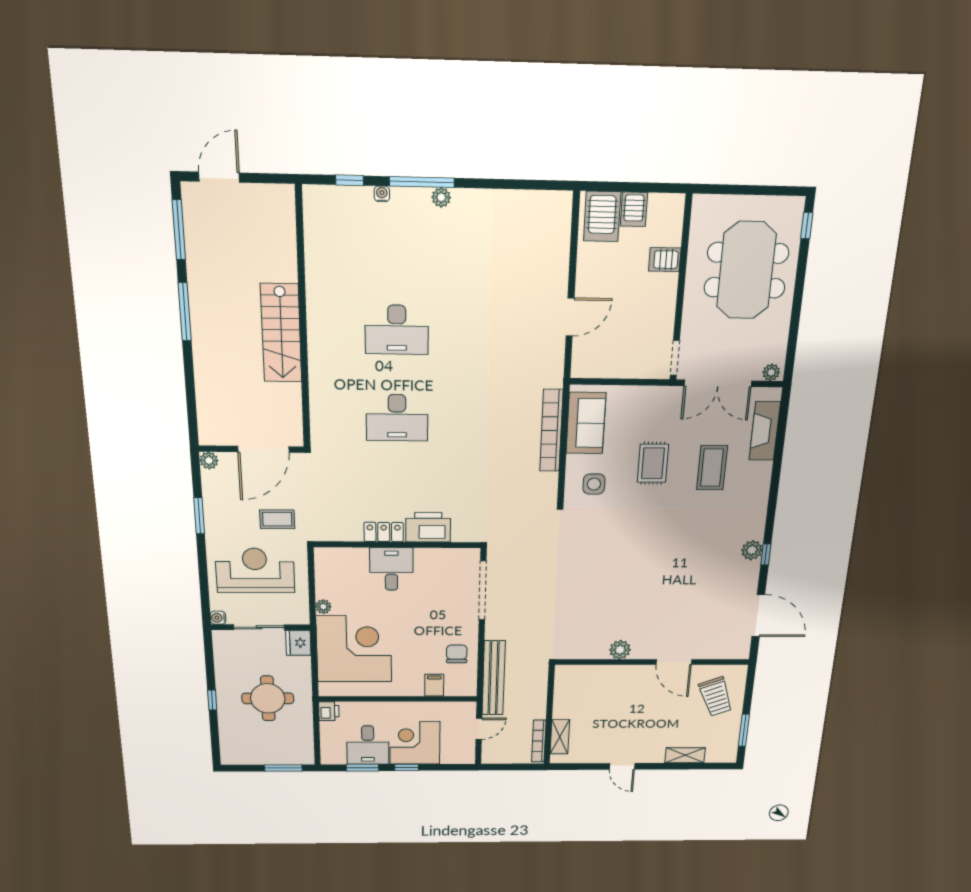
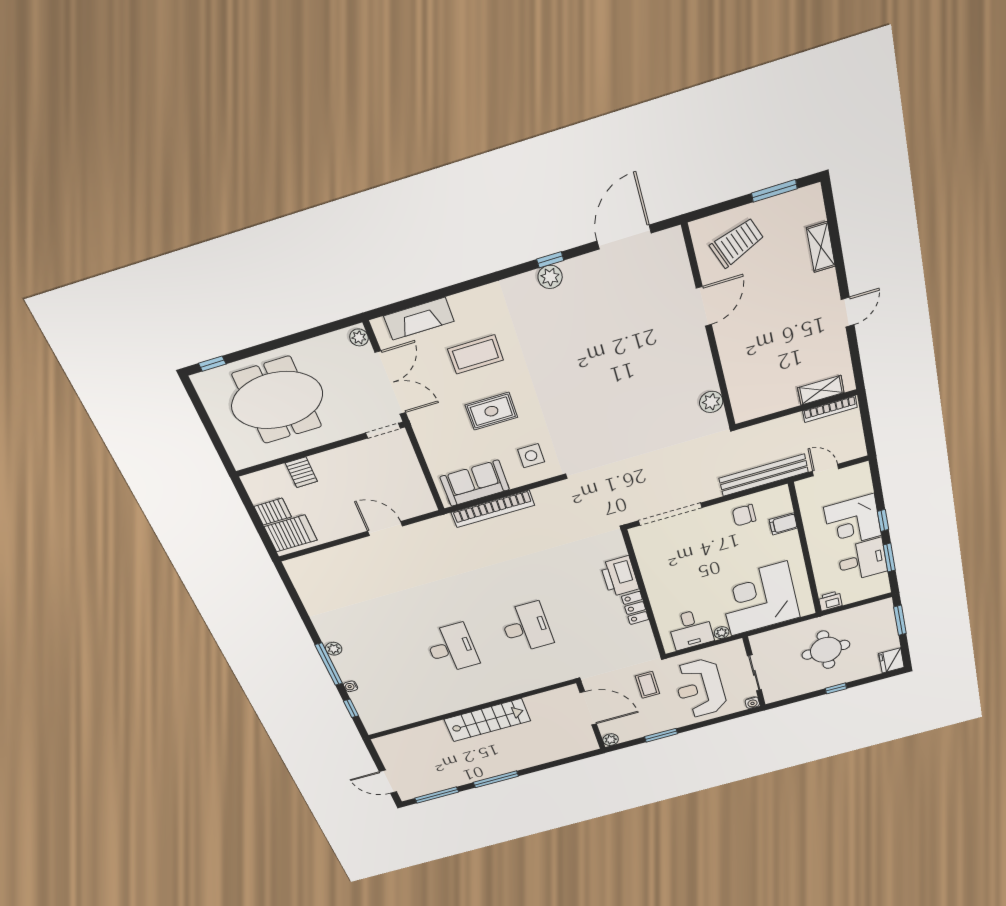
desk: (391, 569) -> (691, 629), moved, turned -90
fridge: (298, 643) -> (891, 660), moved, turned 90
plant: (620, 650) -> (711, 402), moved

